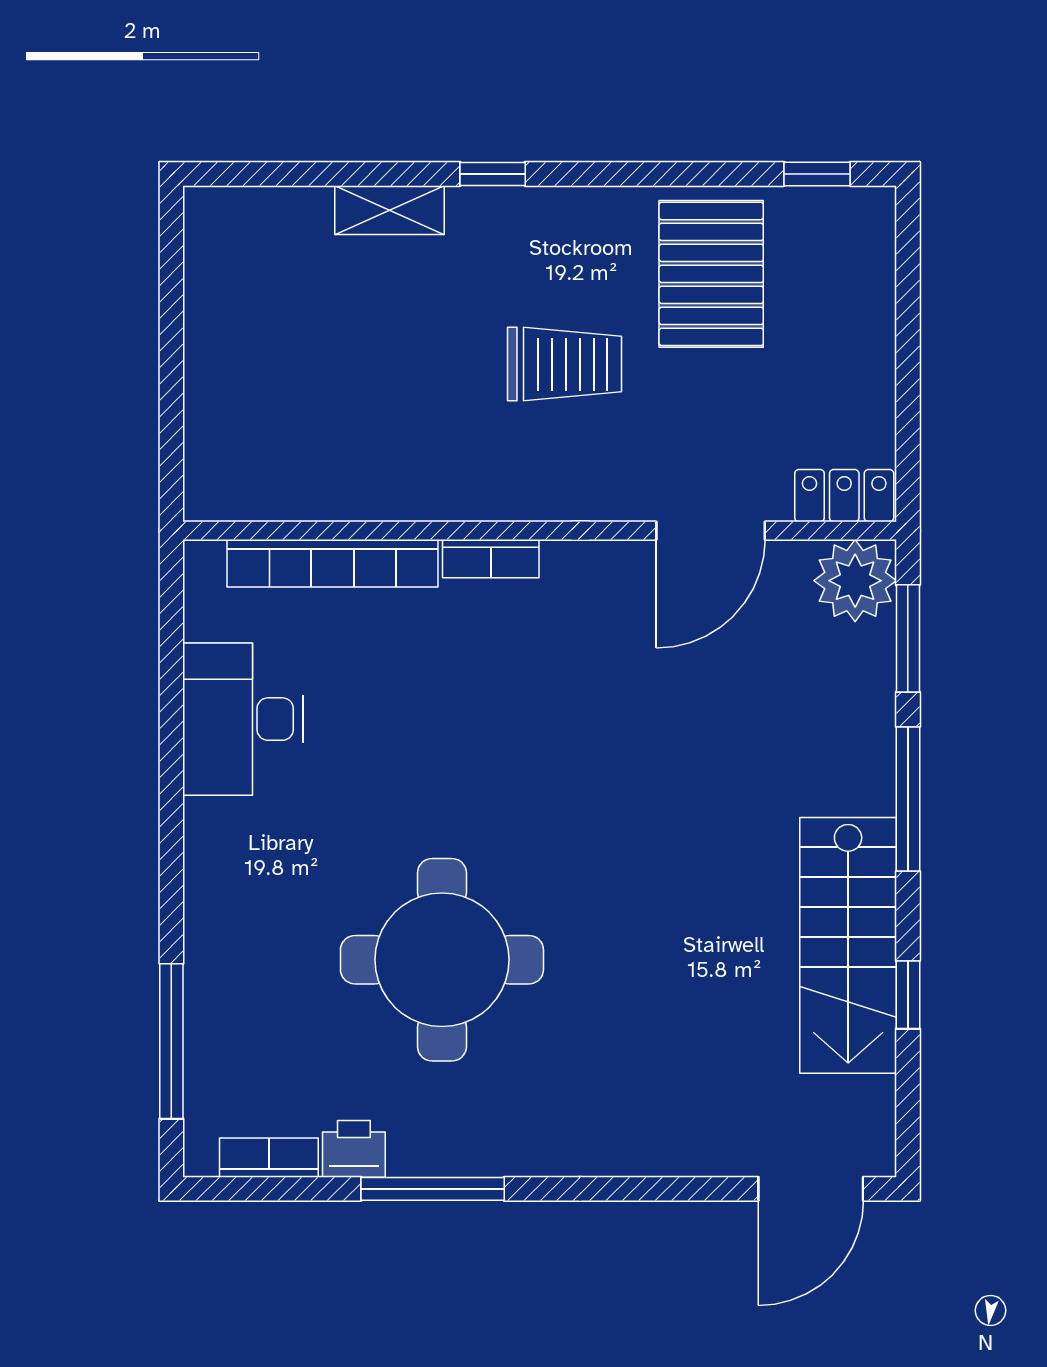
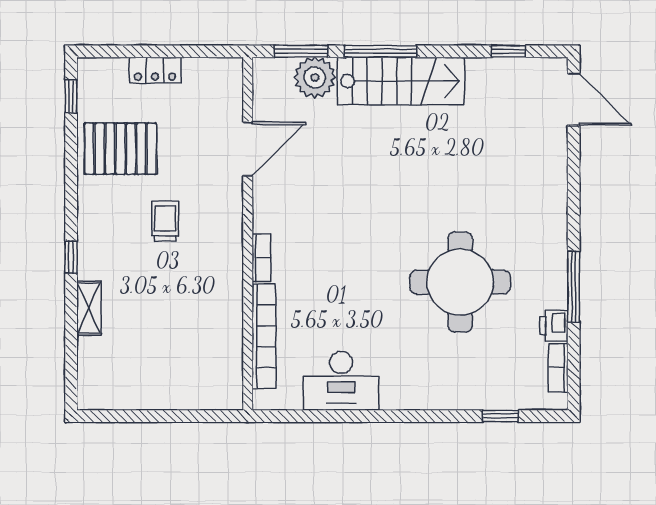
trolley: (565, 364) -> (165, 221), width x0.73, depth x0.72
locker: (844, 496) -> (155, 70), moved, turned -90
door: (711, 531) -> (248, 149), hinge flipped
plant: (855, 581) -> (315, 77), moved
stairs: (848, 945) -> (401, 81), moved
window: (908, 995) -> (509, 51), moved
window: (171, 1041) -> (501, 416), width x0.46

